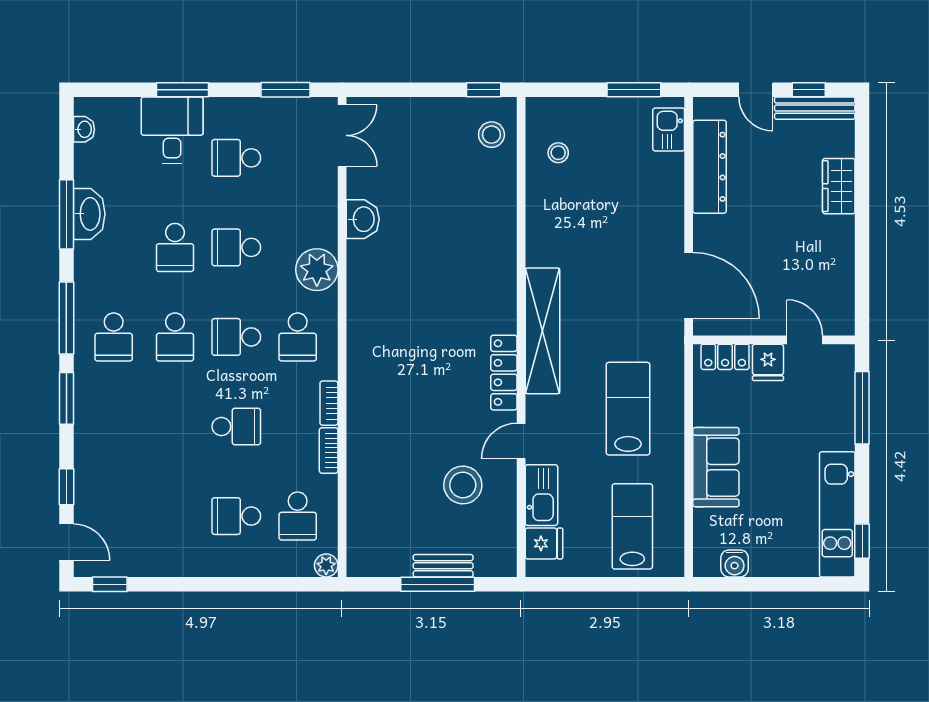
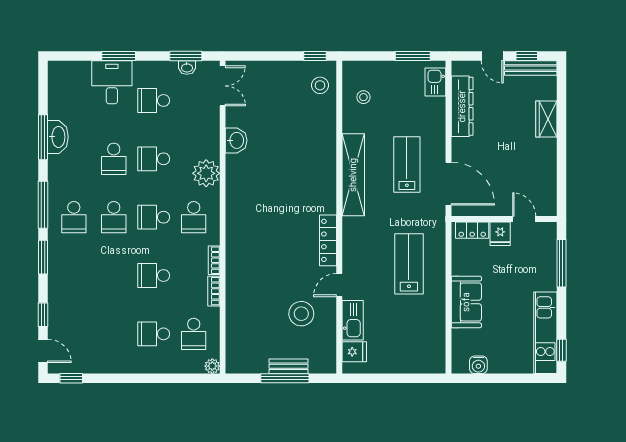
washbasin: (84, 129) -> (187, 68), moved, turned 90
shelving: (542, 331) -> (353, 175), moved
school desk: (236, 427) -> (154, 276), turned 180
lab bench: (632, 526) -> (407, 165), moved

